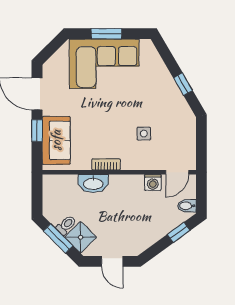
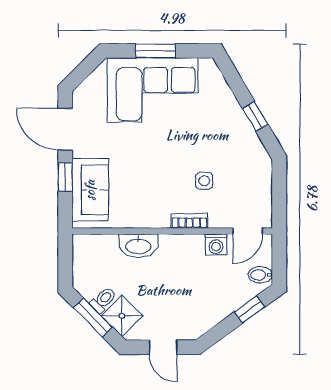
bookcase: (106, 164) -> (189, 221), moved

